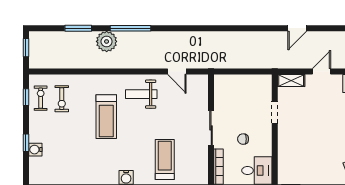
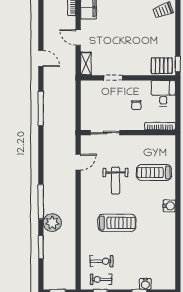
window: (239, 28) -> (41, 108), added
weight bench: (141, 94) -> (115, 181), moved
sliding door: (211, 128) -> (105, 133), moved
pallet: (289, 169) -> (162, 66), added

